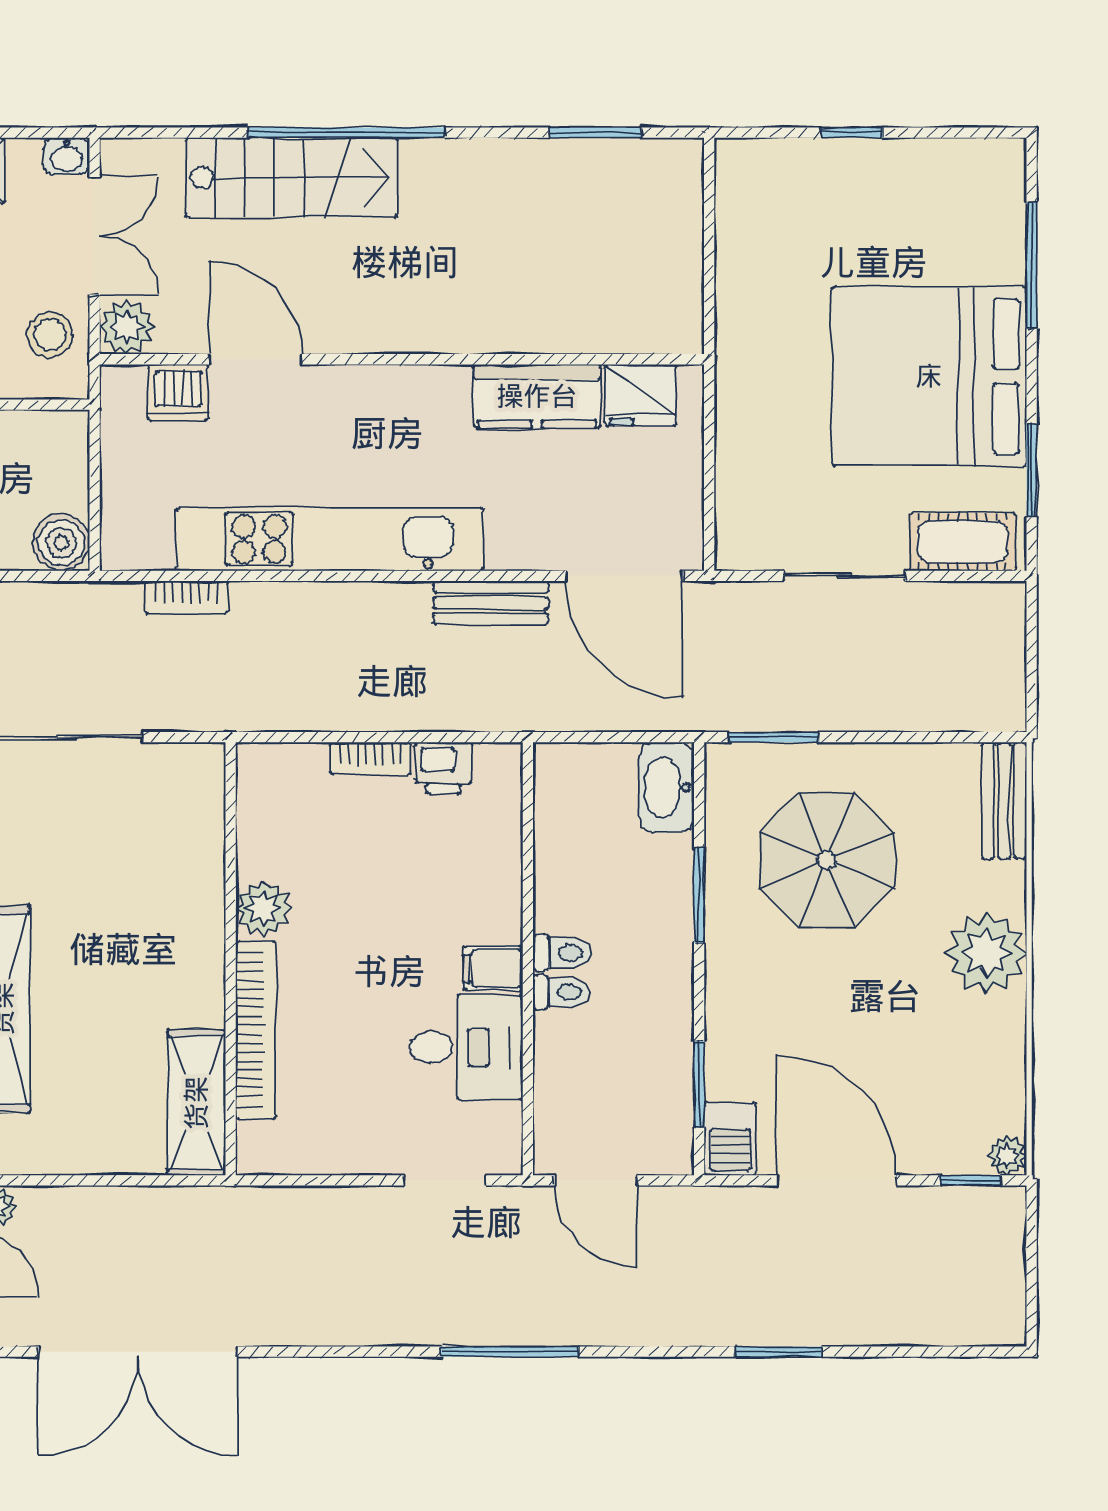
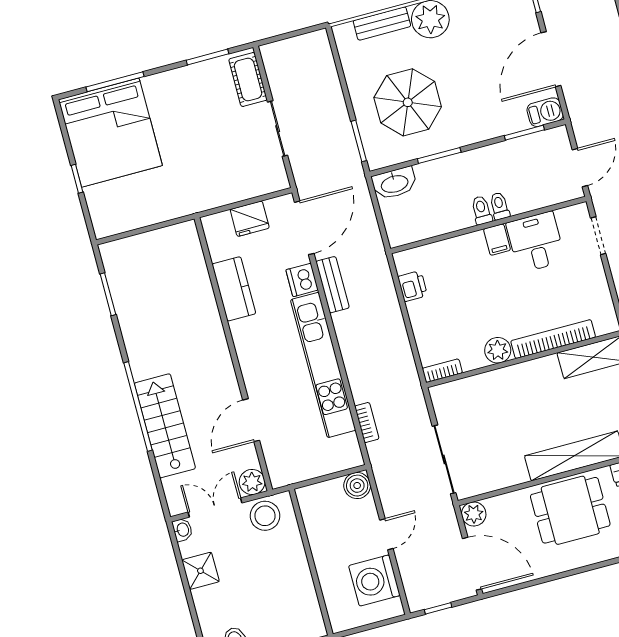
stool: (50, 335) -> (265, 516), width x1.38, depth x1.38
bed: (929, 376) -> (110, 133), moved
dishwasher: (178, 393) -> (302, 280), moved, turned 180
fridge: (640, 395) -> (250, 219), moved, turned 90
bookcase: (370, 758) -> (442, 371), moved, turned -90
bench: (1004, 801) -> (382, 24), moved

